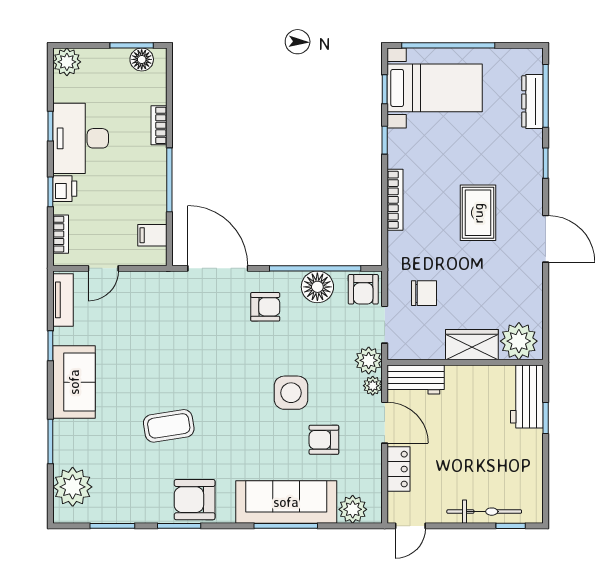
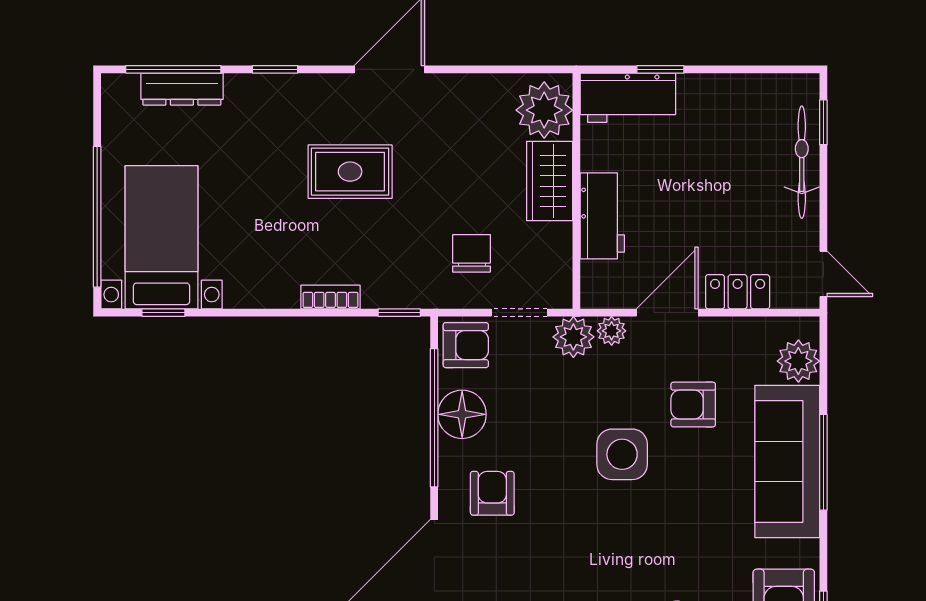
window: (385, 140) -> (399, 313), moved
bookcase: (395, 200) -> (330, 297), width x0.64
workbench: (416, 380) -> (602, 216), moved
armchair: (324, 440) -> (693, 405), turned 90

